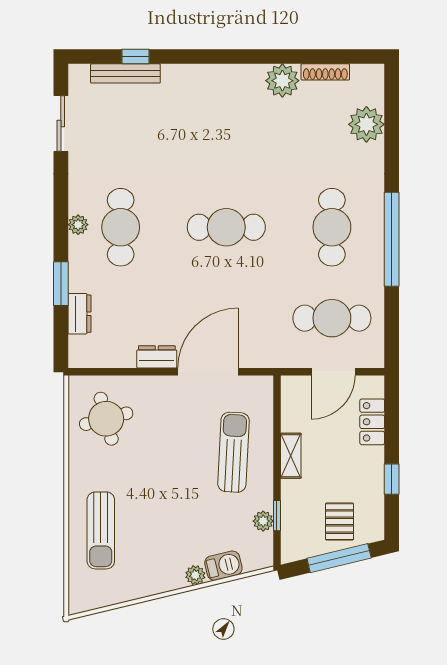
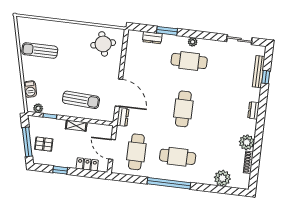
dresser: (211, 74) -> (254, 110), added
dresser: (157, 357) -> (123, 117), moved
plant: (263, 521) -> (38, 108), moved
sun lounger: (101, 530) -> (40, 50), moved
plant: (195, 575) -> (27, 76), removed

